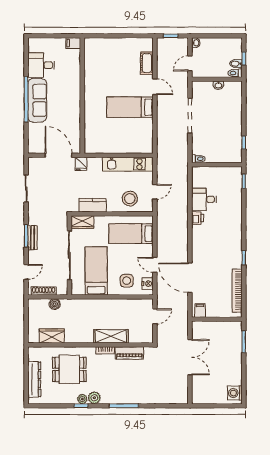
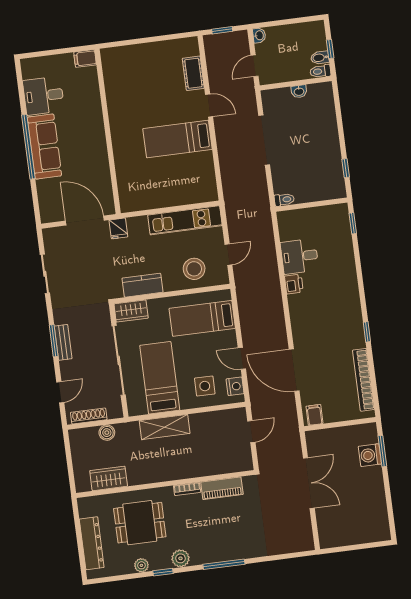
shelving: (111, 336) -> (165, 427), moved
washing machine: (235, 393) -> (370, 455), moved
plant: (82, 399) -> (141, 565), moved

